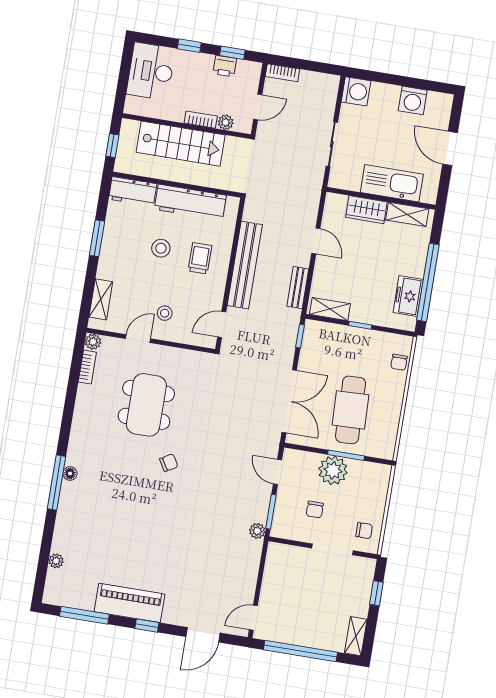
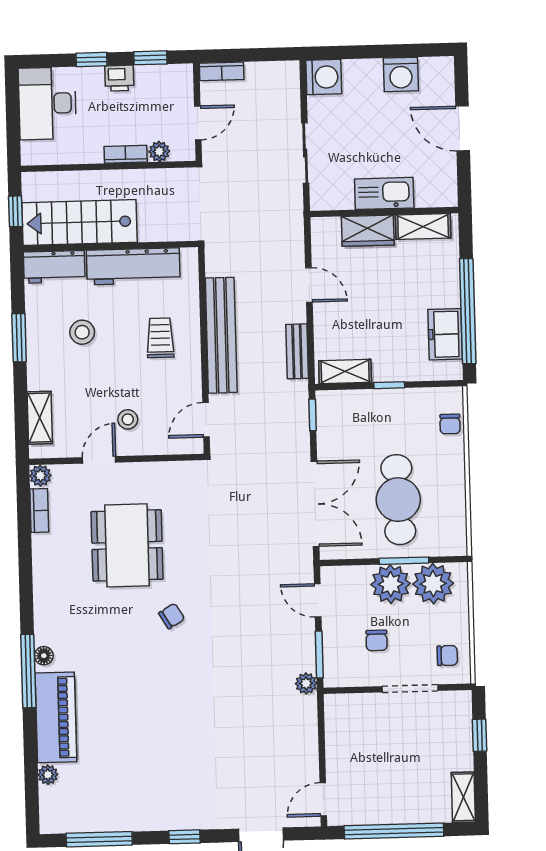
printer: (225, 66) -> (119, 78), moved
stairs: (181, 144) -> (80, 222), moved, turned 180
kitchen sink: (392, 183) -> (384, 193), width x0.73, depth x0.81
stool: (161, 248) -> (82, 332), moved
plant: (364, 476) -> (433, 584), added
piano: (130, 603) -> (56, 717), moved, turned 90

